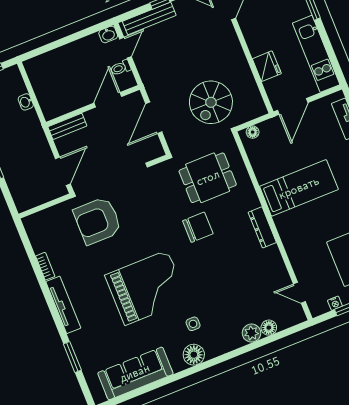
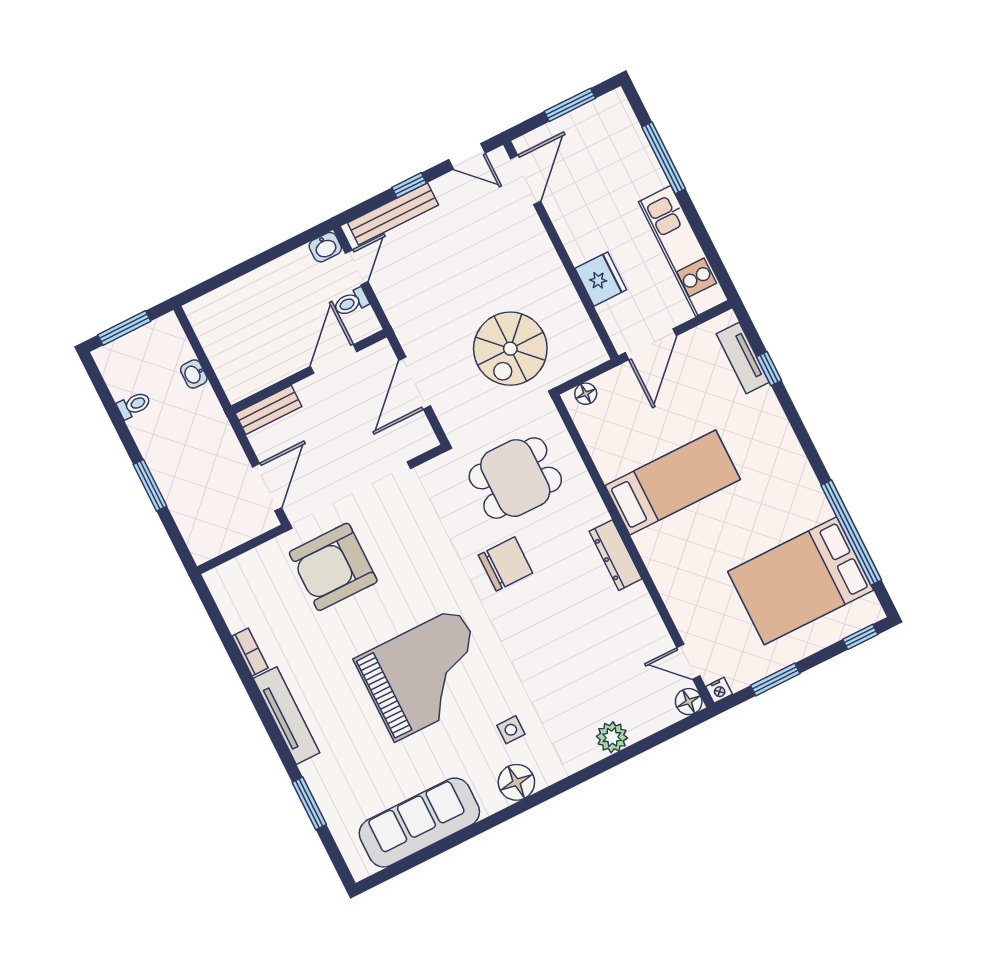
nightstand: (335, 303) -> (719, 690), moved
floor lamp: (269, 328) -> (689, 702), moved

